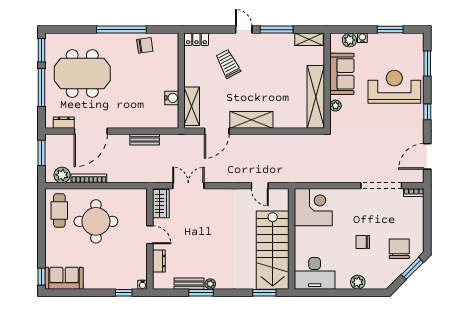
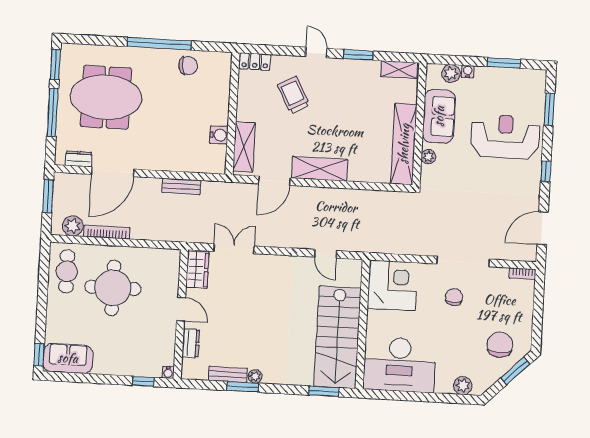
window: (277, 30) -> (358, 55), width x0.69
doorway: (381, 186) -> (463, 261), moved
chair: (363, 242) -> (454, 297), moved, turned 90
desk: (315, 273) -> (399, 365), width x1.36, depth x1.30
plant: (358, 282) -> (463, 386), moved

